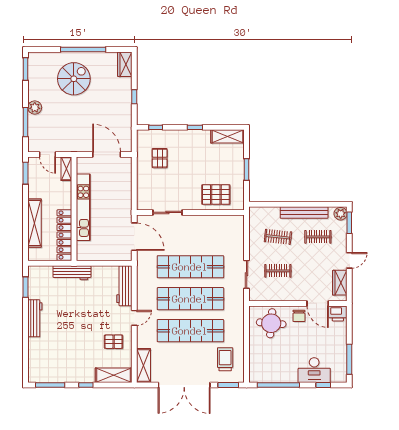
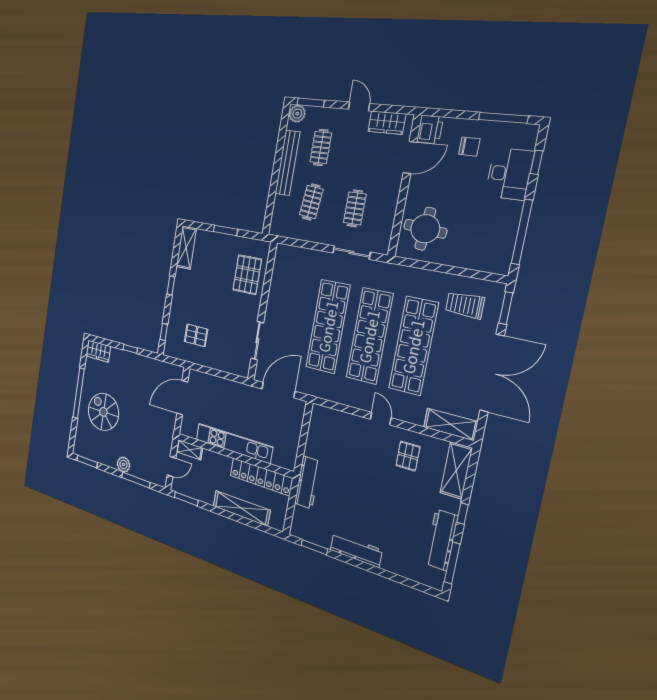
workbench: (124, 286) -> (441, 540), moved, turned 90
chair: (299, 316) -> (469, 147), moved

